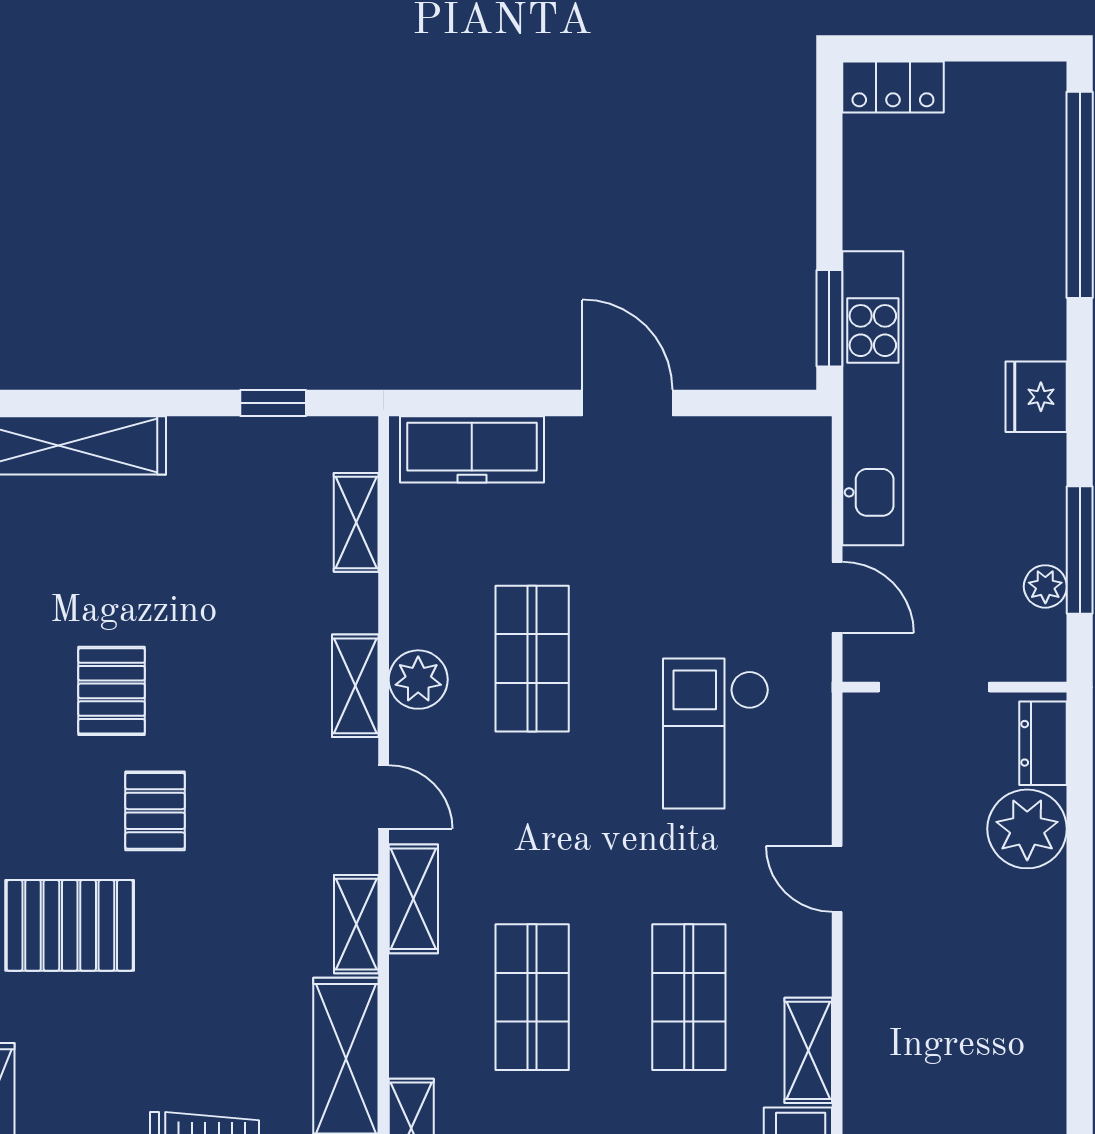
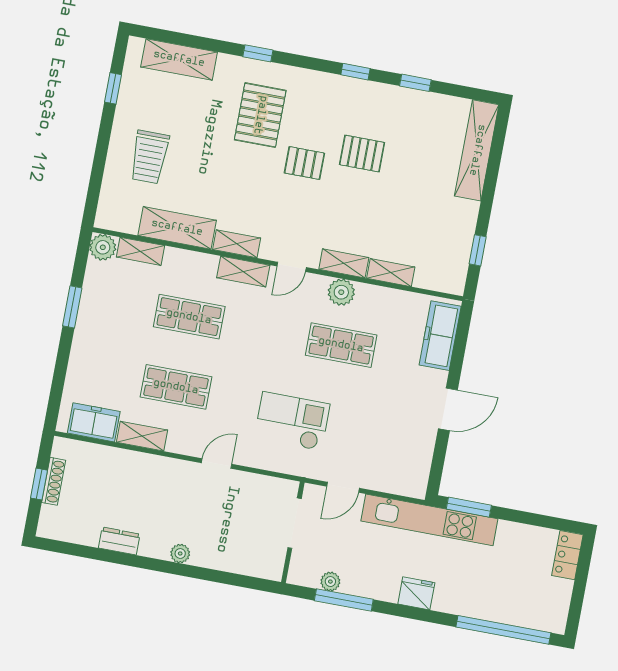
shelving: (356, 522) -> (391, 273), moved
dresser: (1043, 743) -> (119, 541), moved
plant: (1027, 829) -> (180, 554), moved, width x0.53, depth x0.53

